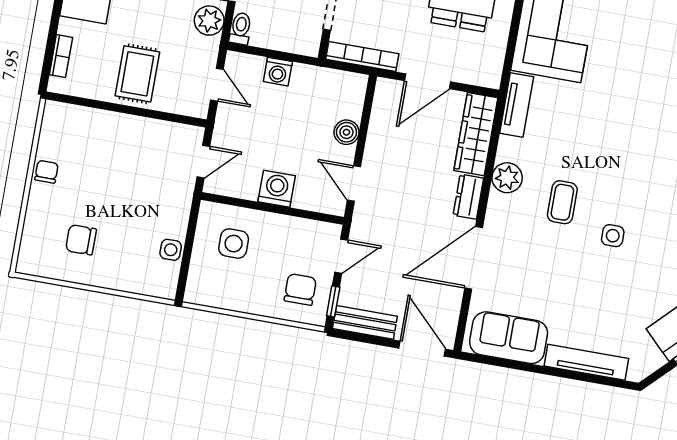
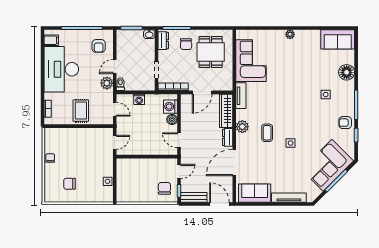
washing machine: (277, 189) -> (171, 107), moved, turned -90
side table: (234, 244) -> (133, 174), removed

